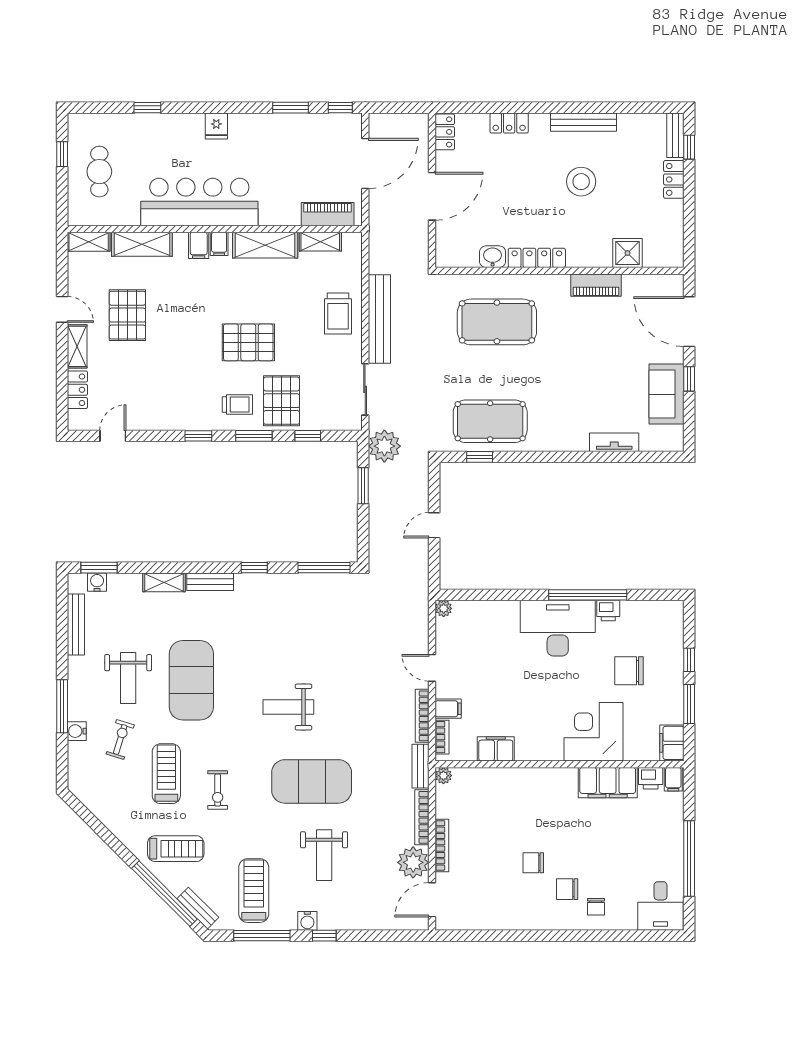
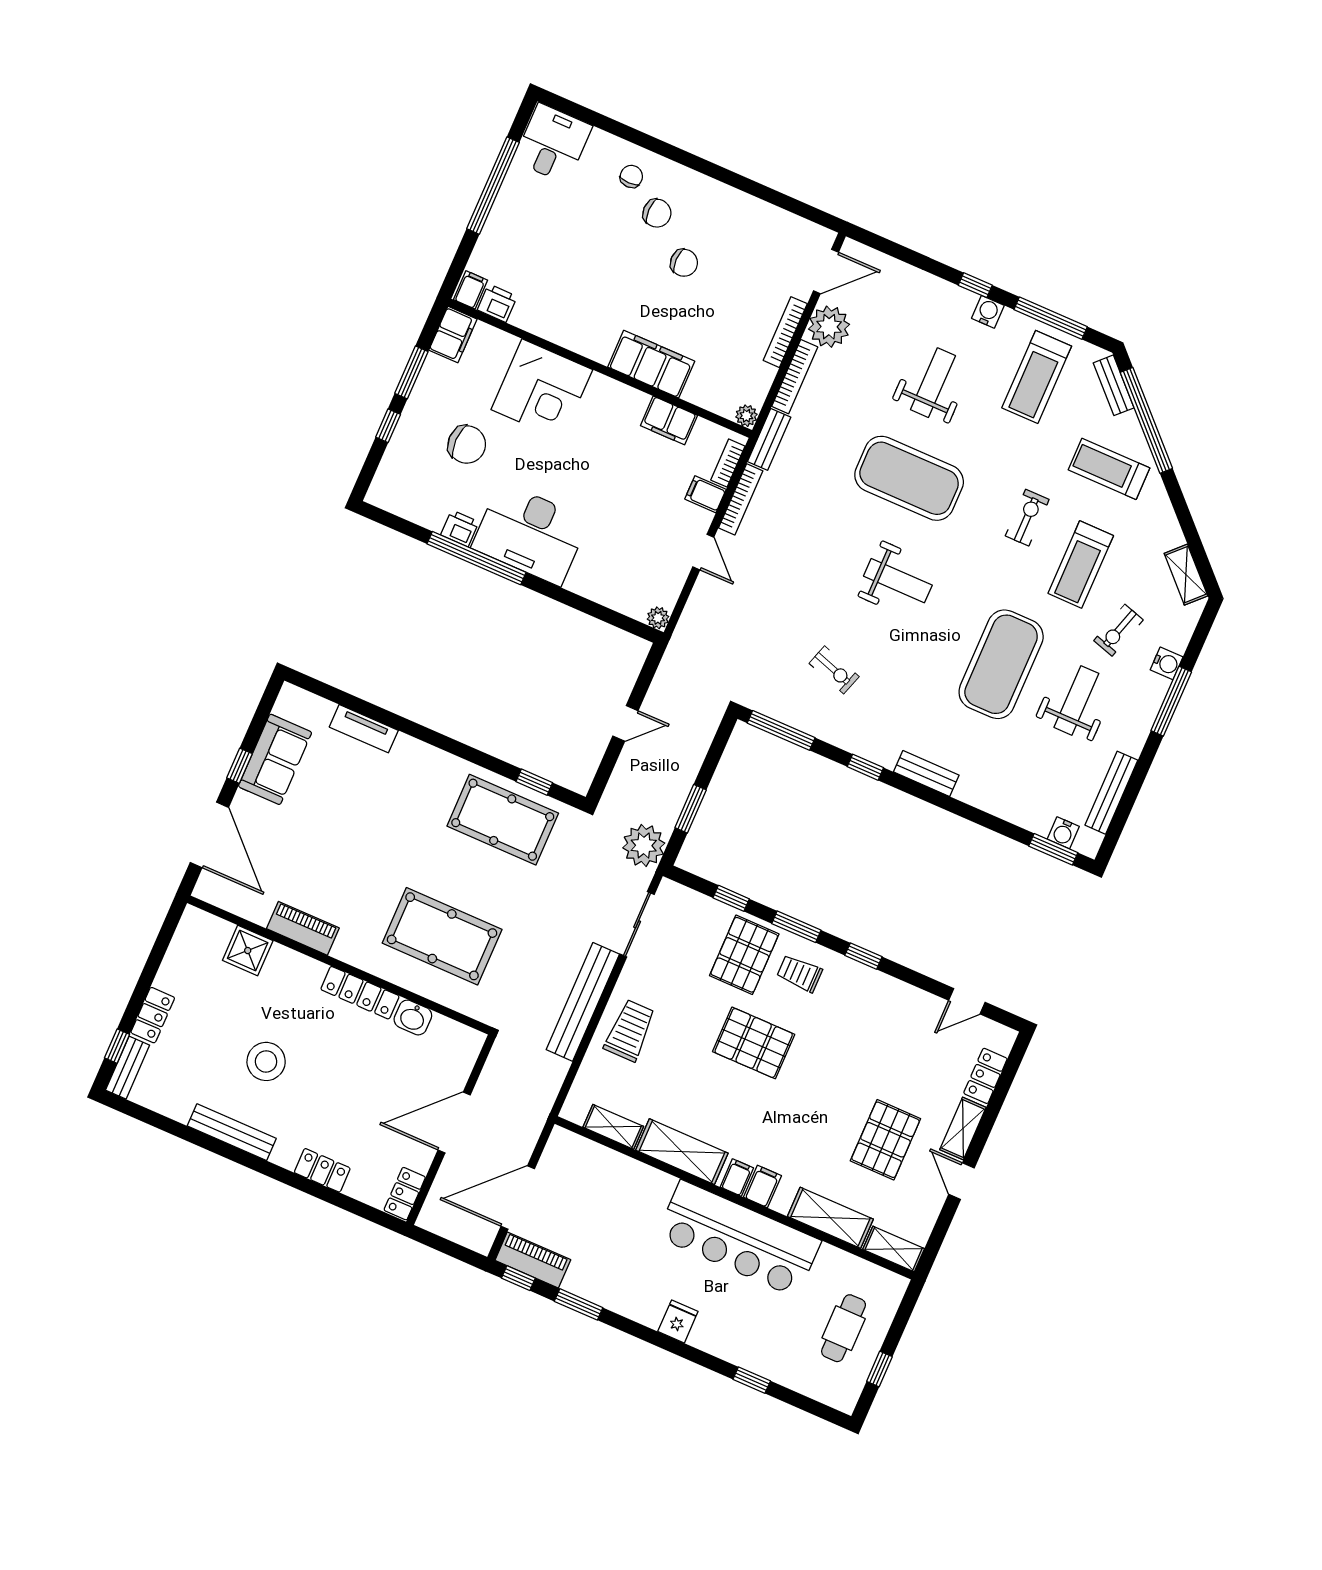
piano: (328, 214) -> (533, 1260), moved, turned 180
shelving: (164, 582) -> (1186, 575), moved, turned 45
exercise bike: (306, 626) -> (834, 670), added
filing cabinet: (608, 783) -> (651, 364), moved

